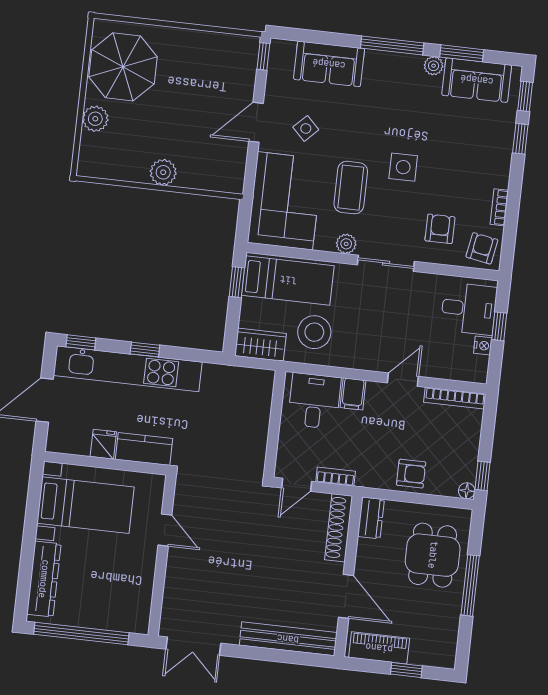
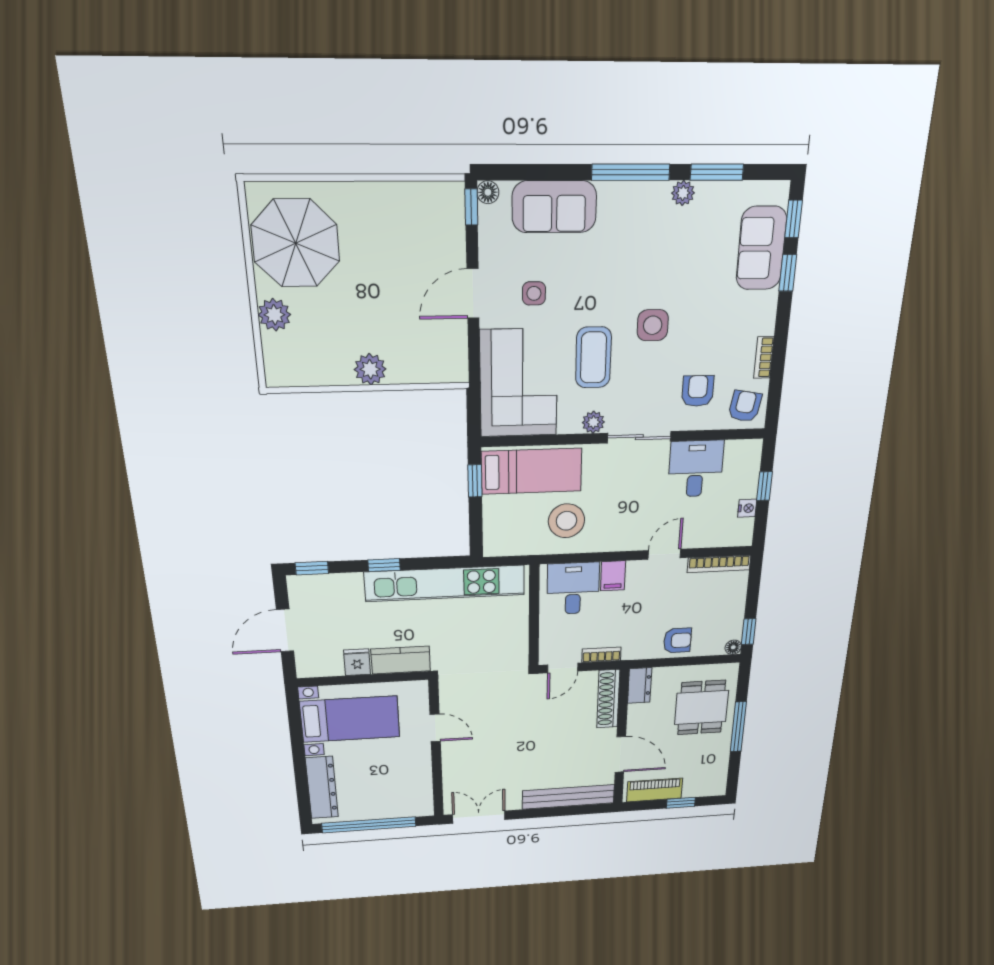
floor lamp: (278, 47) -> (488, 192), added
sofa: (477, 80) -> (761, 248), moved, turned 90
side table: (306, 128) -> (534, 293), turned 45
desk: (469, 309) -> (696, 469), moved, turned -90
wardrobe: (260, 345) -> (509, 542), removed
kitchen unit: (128, 369) -> (445, 583), moved
double door: (193, 646) -> (479, 817), swing flipped

